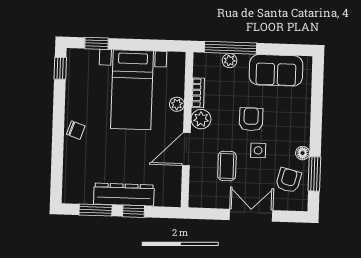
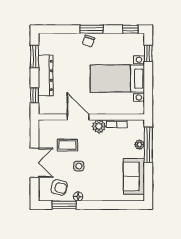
plant: (177, 104) -> (108, 110), removed
armchair: (251, 119) -> (100, 161), removed
window: (58, 125) -> (92, 29), added
window: (134, 211) -> (34, 95), moved

